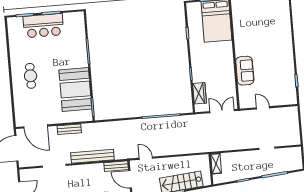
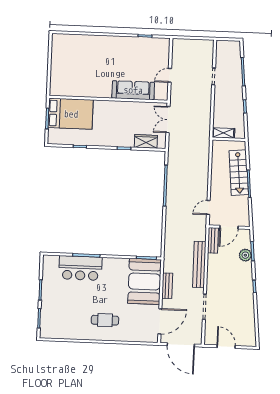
bar counter: (43, 26) -> (80, 268), moved, turned 90
sofa: (245, 71) -> (133, 90), width x1.36
booth: (75, 89) -> (144, 281), moved, turned 90

